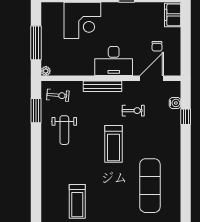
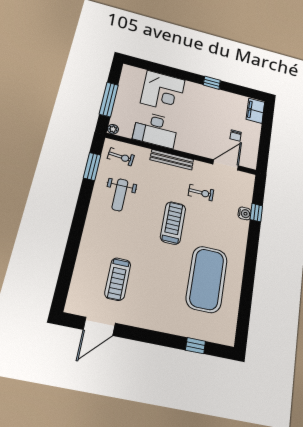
desk: (114, 61) -> (156, 130), moved
water cooler: (175, 103) -> (245, 213), moved
treadmill: (114, 144) -> (173, 223), turned 180
exercise mat: (150, 186) -> (207, 279), width x1.47

